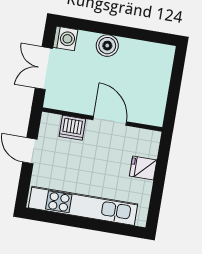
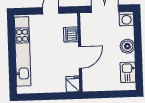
kitchen sink: (147, 53) -> (128, 72), added
fridge: (143, 168) -> (73, 84), moved

